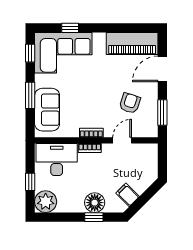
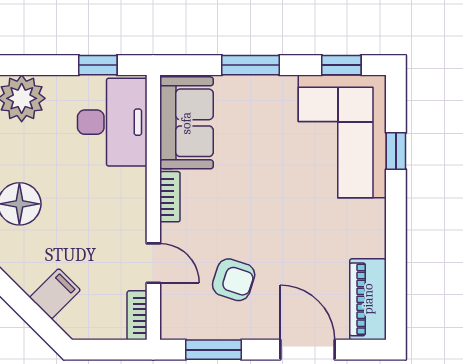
piano: (132, 44) -> (368, 299), width x0.73, depth x0.75
sofa: (47, 110) -> (186, 123), moved, turned -90
bookcase: (90, 148) -> (137, 315), moved
window: (30, 182) -> (98, 65), moved
filing cabinet: (128, 195) -> (55, 294), moved

